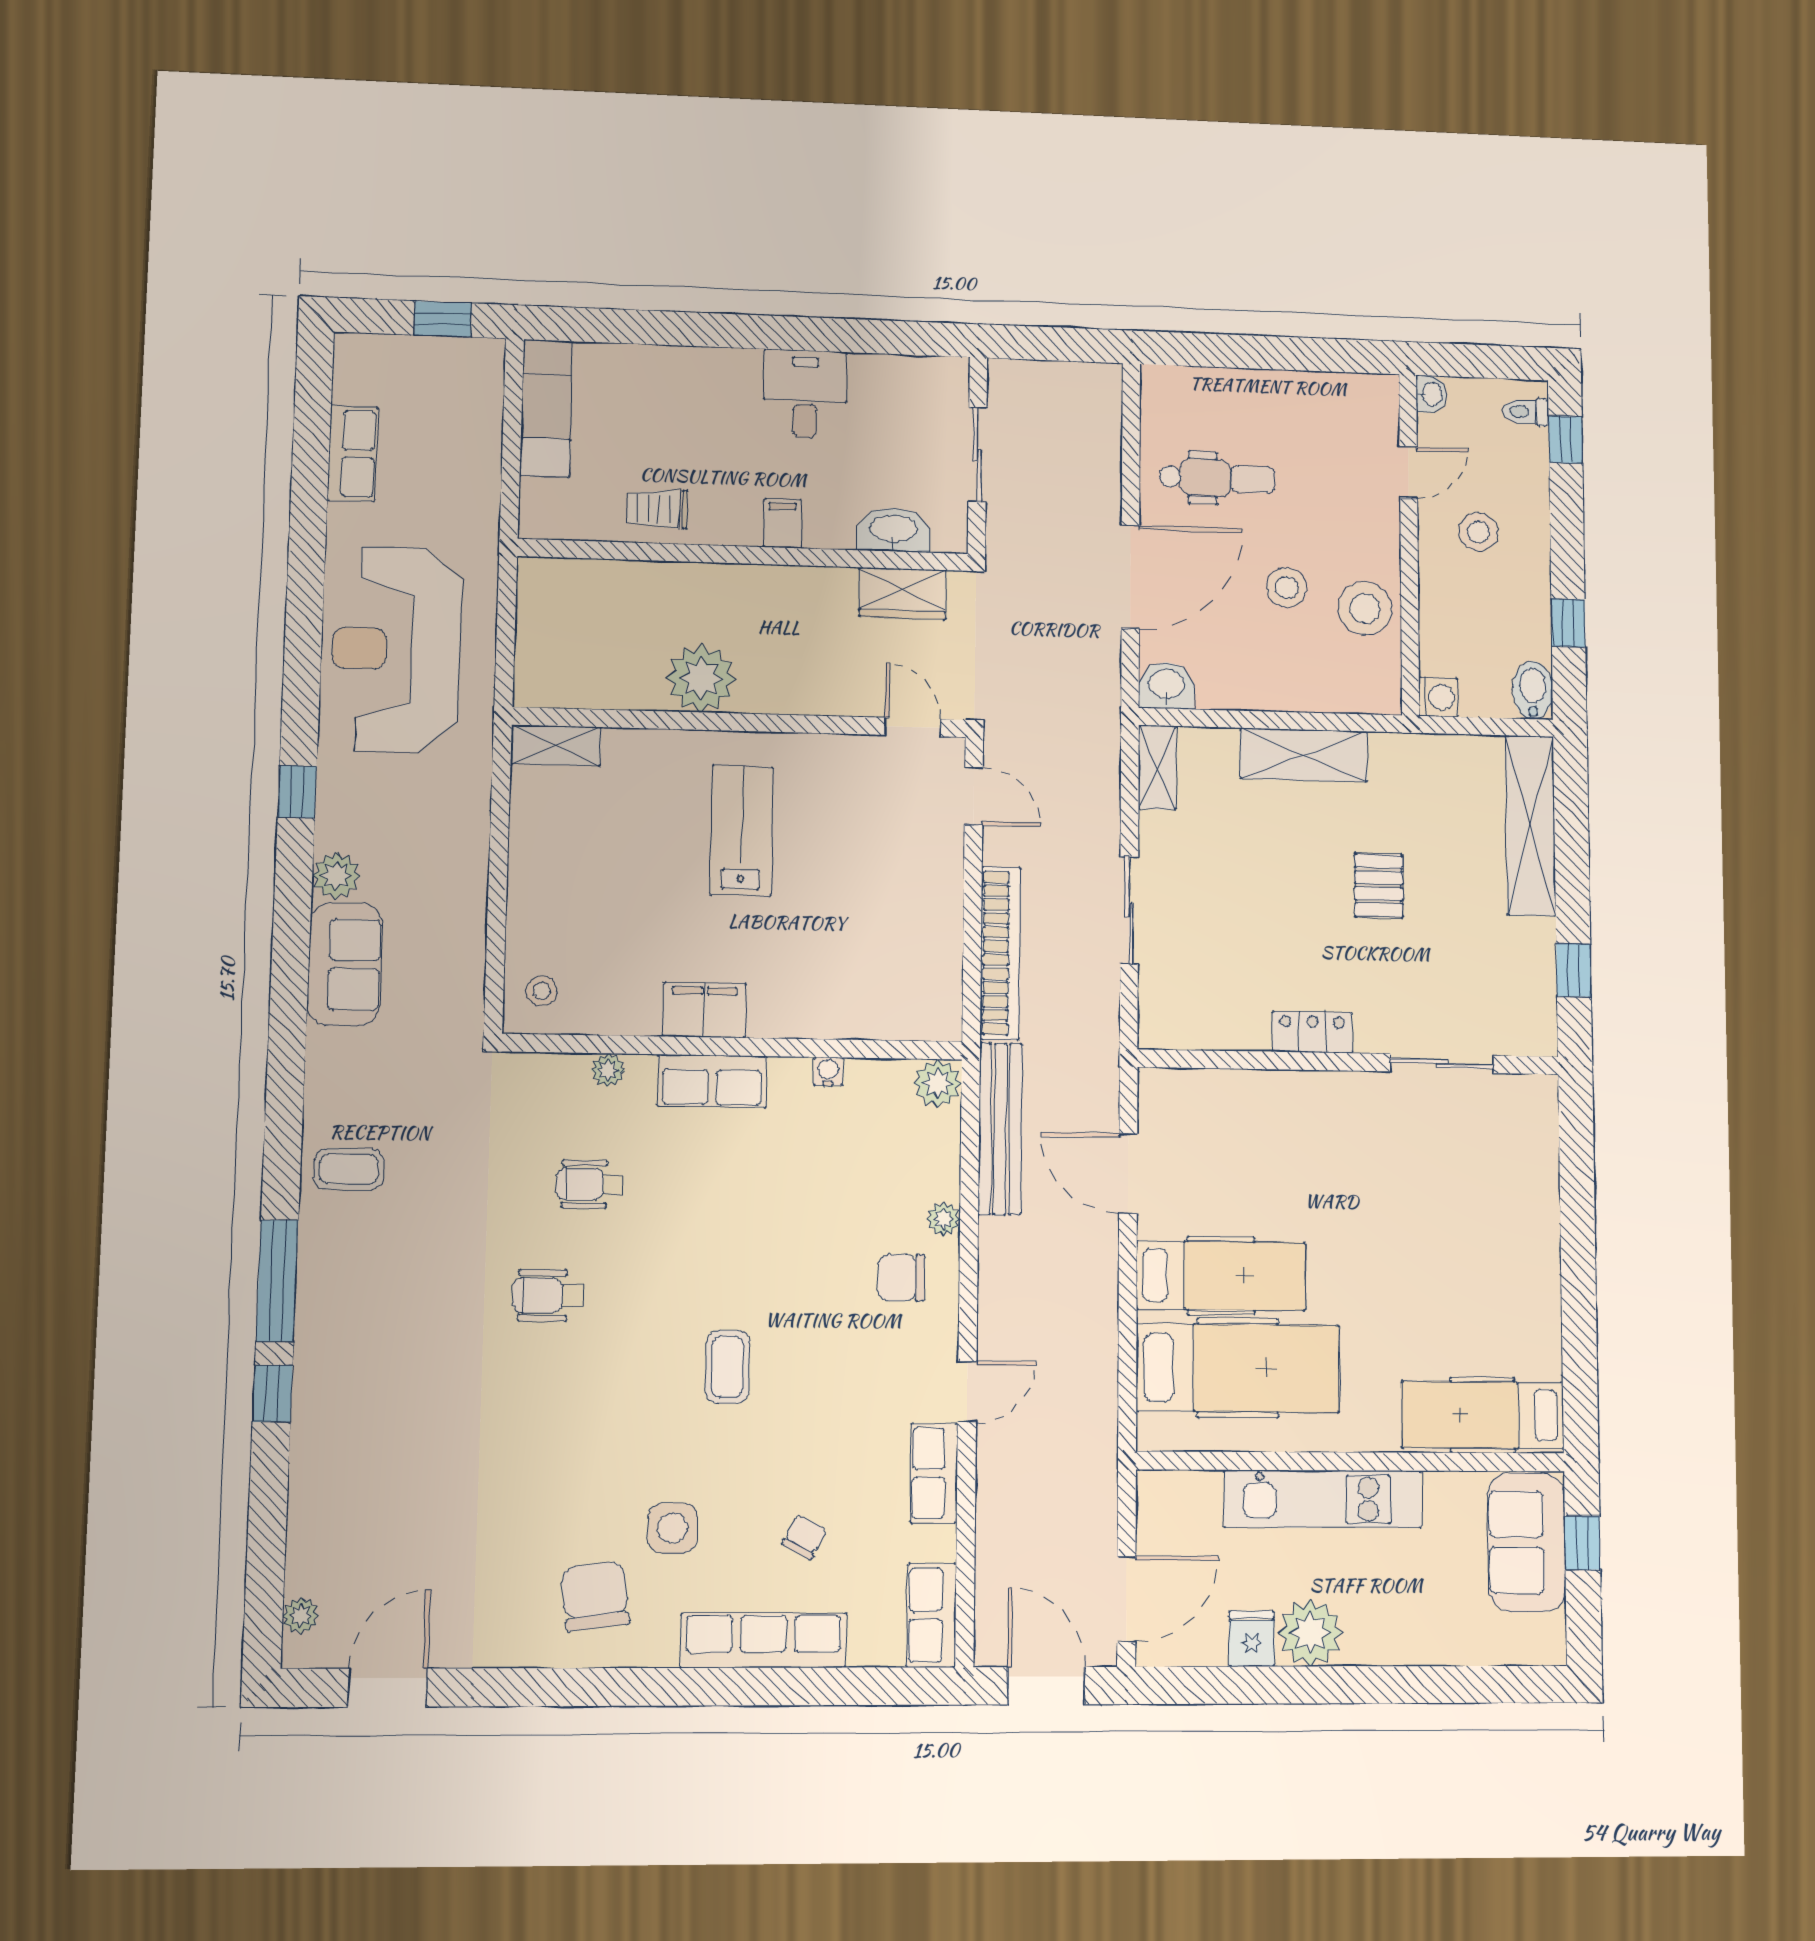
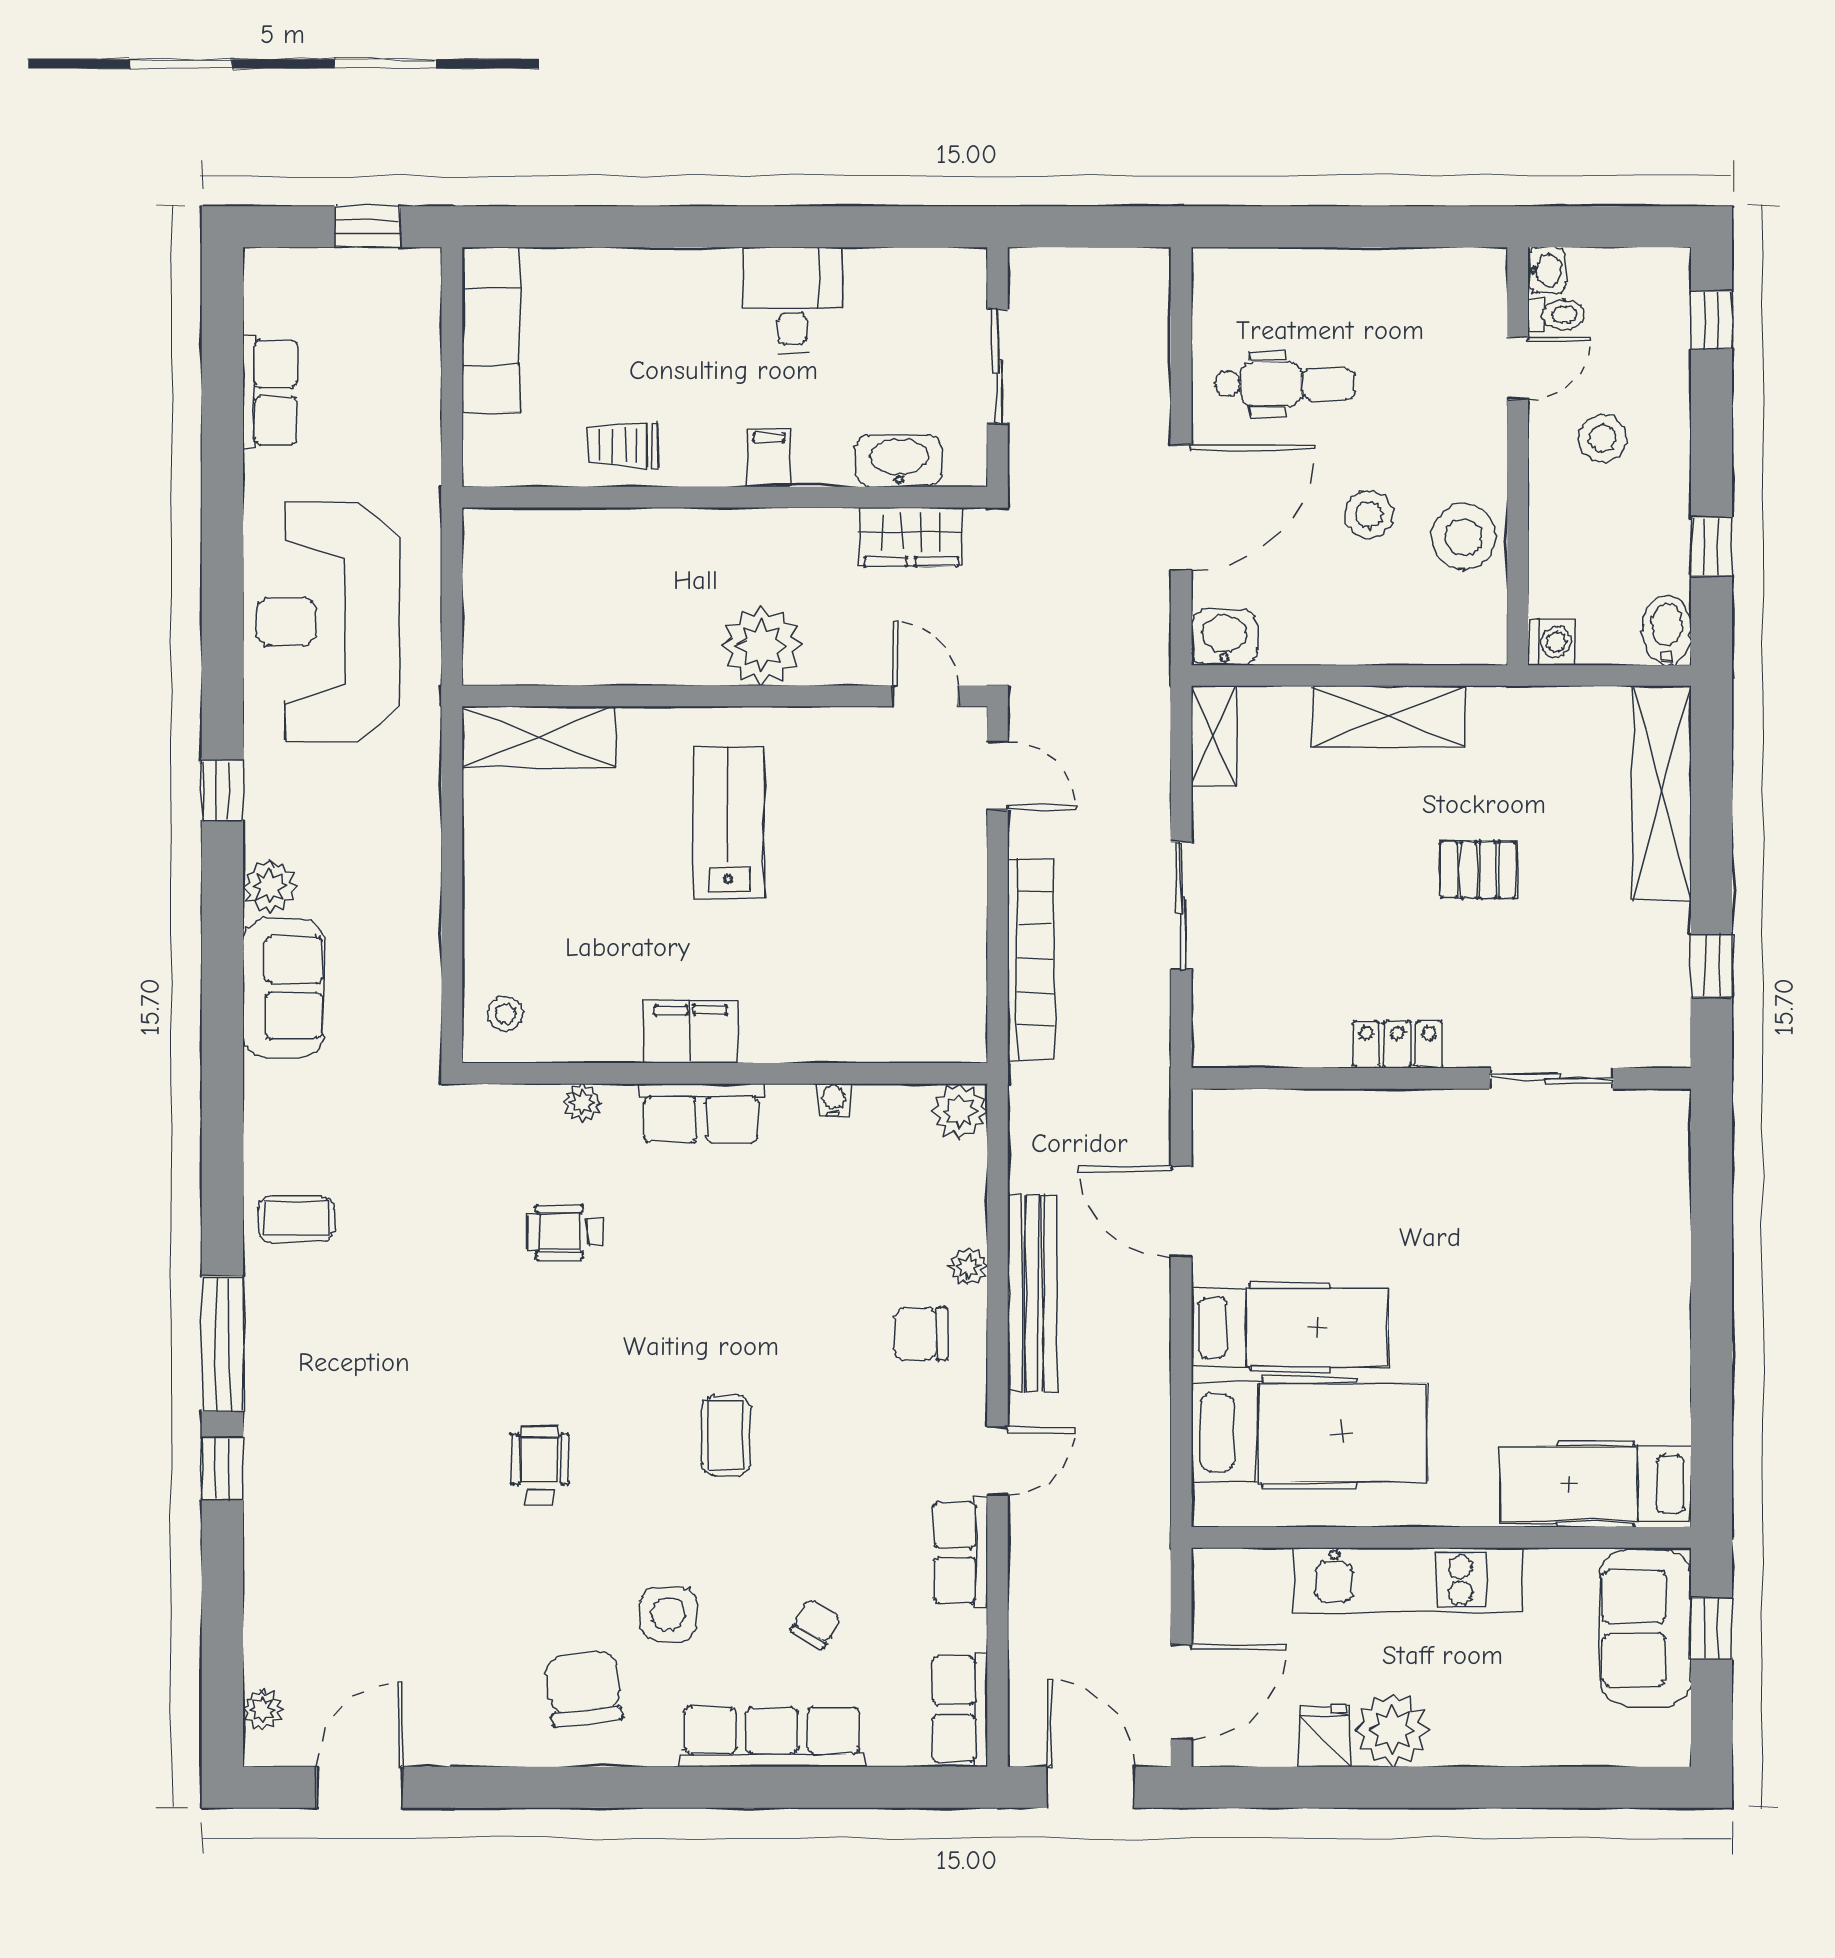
toilet: (1526, 412) -> (1556, 315), moved, turned 180
plant: (701, 678) -> (762, 645), moved
shelving: (556, 745) -> (539, 737), width x1.50, depth x1.33
pallet: (1379, 886) -> (1478, 870), turned 90
bench: (1000, 1129) -> (1032, 1293), moved
wheelchair: (548, 1295) -> (540, 1466), moved, turned 90

